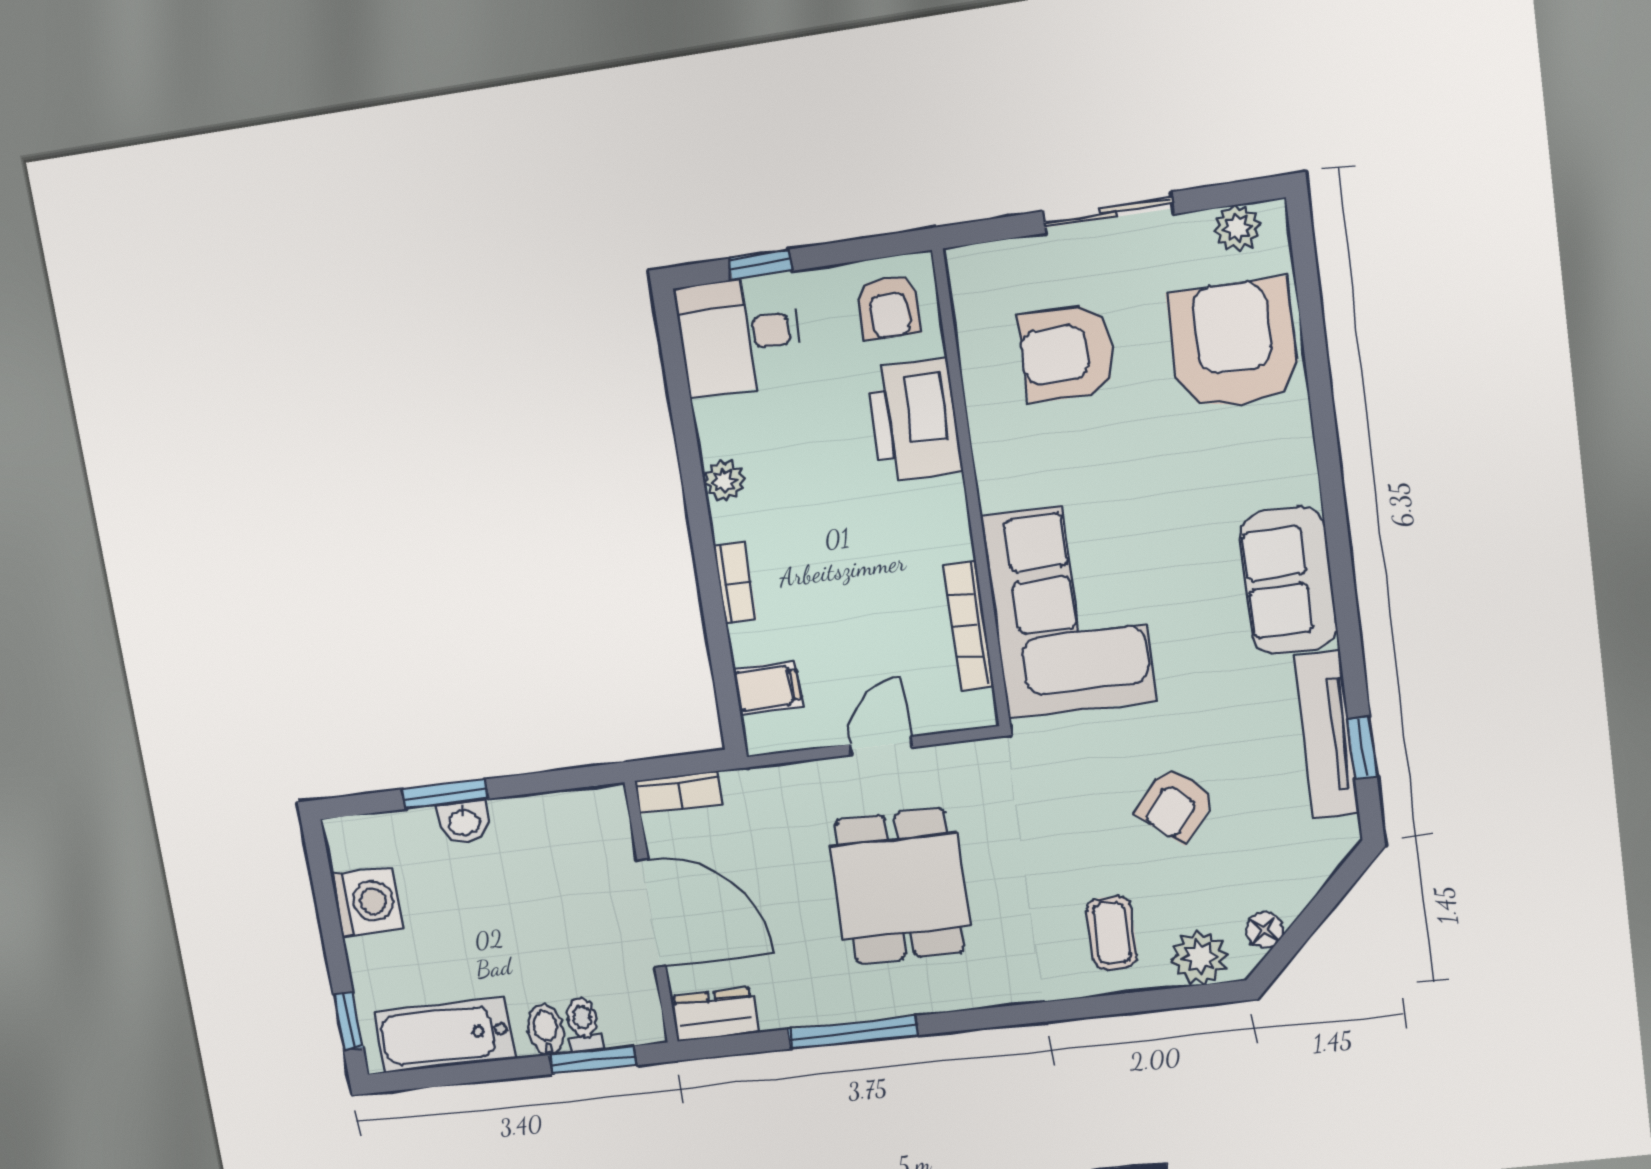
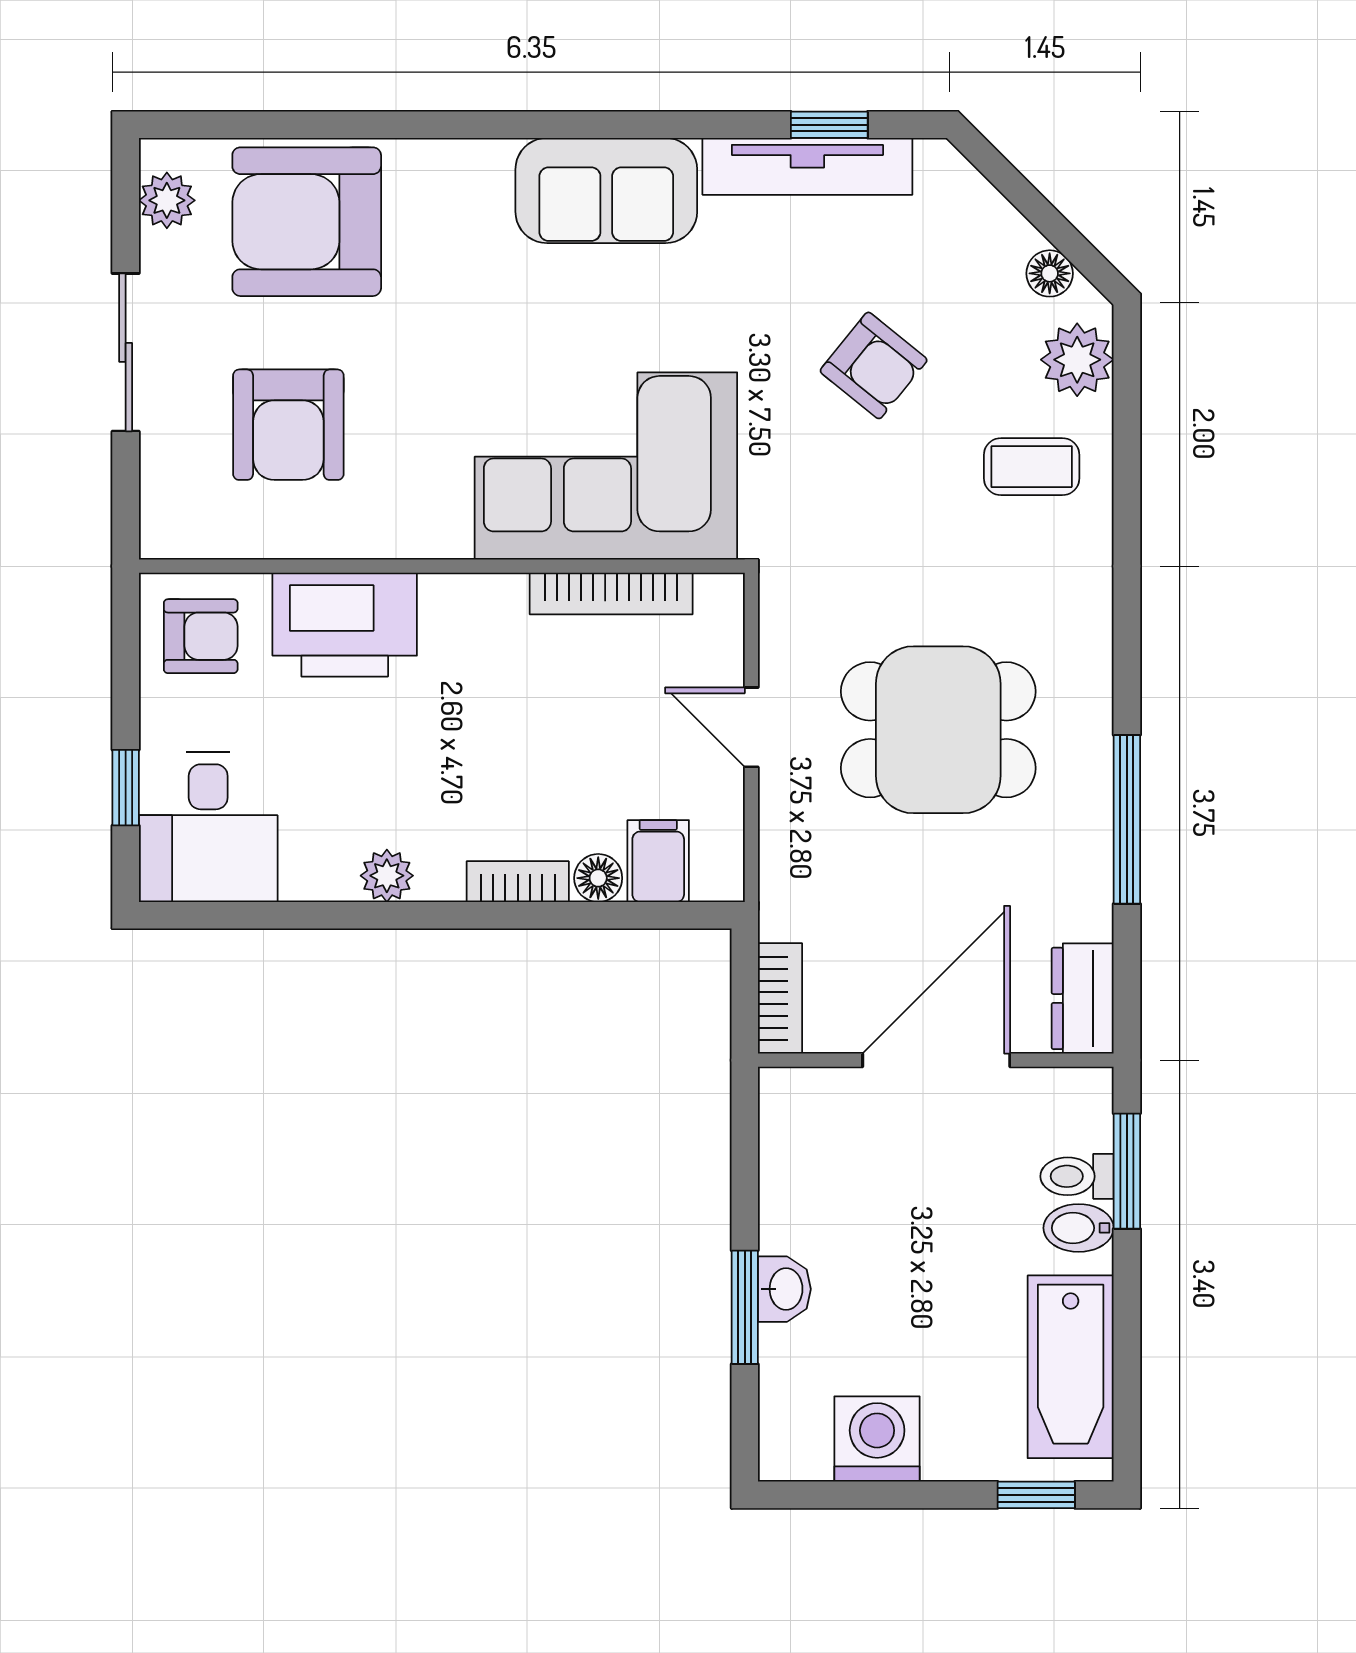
floor lamp: (748, 644) -> (598, 878), added

